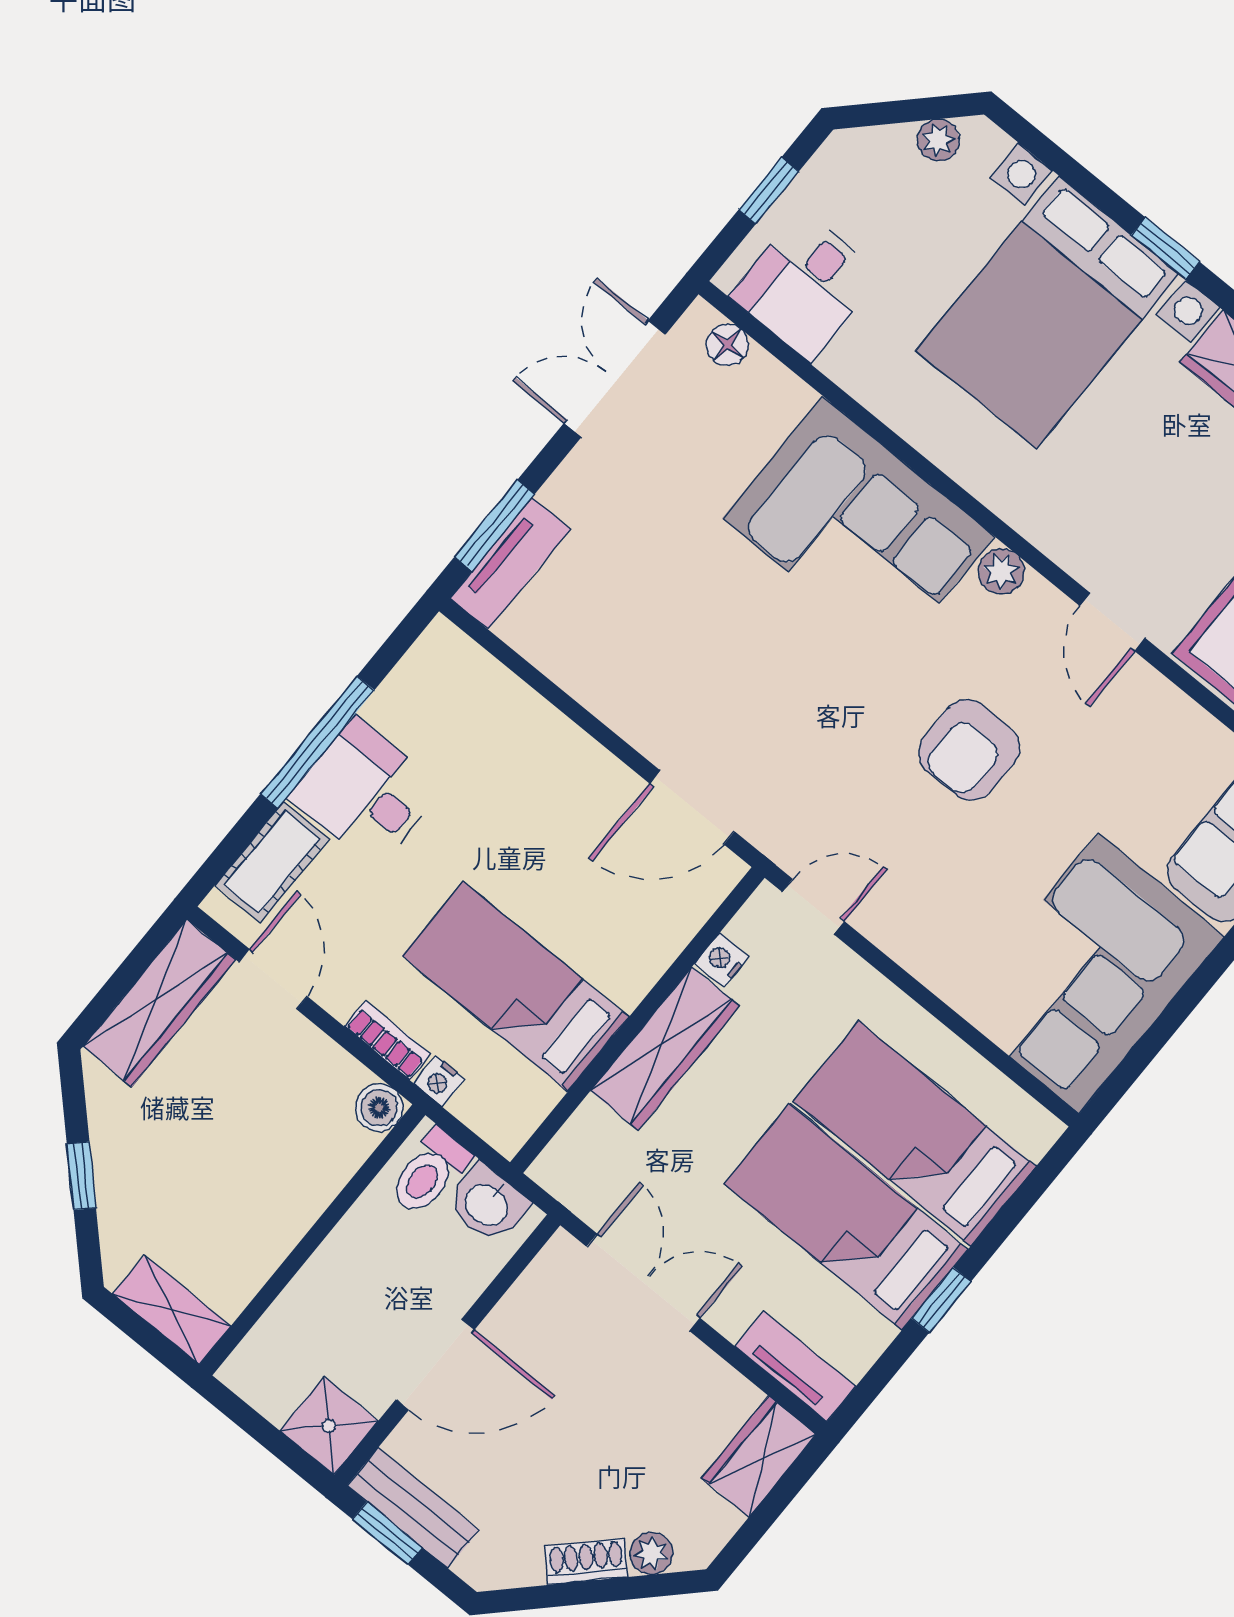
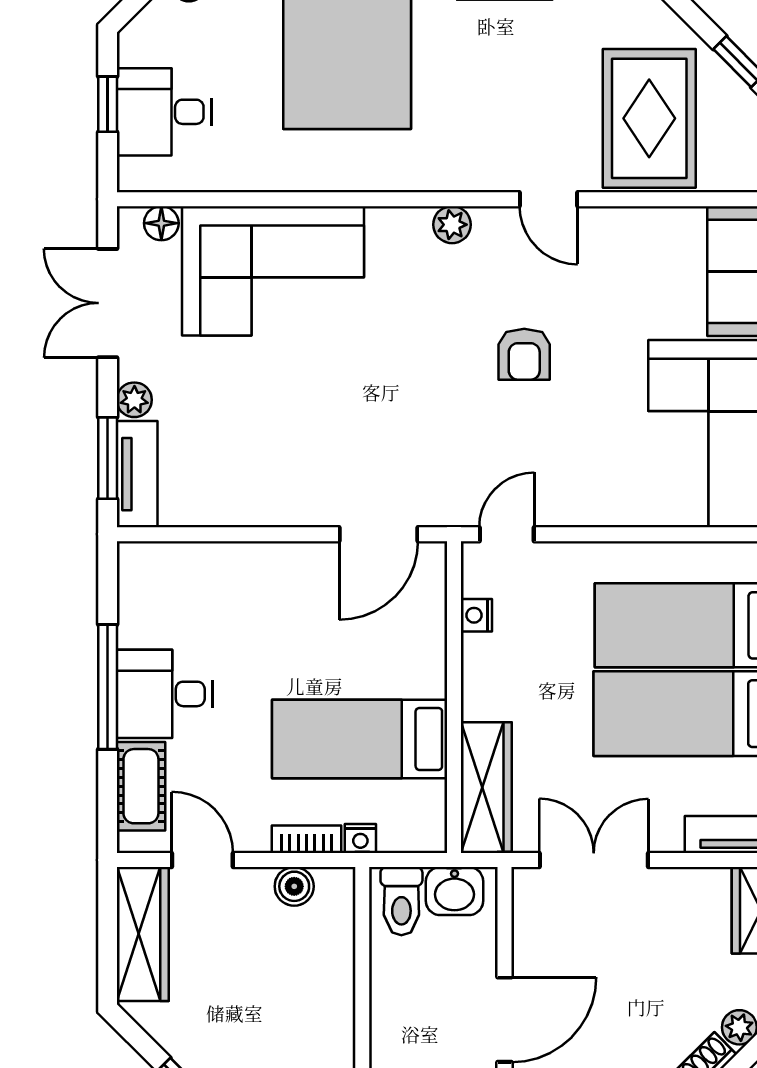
desk: (806, 286) -> (164, 112), moved, turned 90
plant: (565, 491) -> (134, 400), added
corner sofa: (858, 527) -> (273, 271), moved
armchair: (969, 750) -> (524, 354), width x0.72, depth x0.72
wardrobe: (665, 1048) -> (486, 788), moved
boiler: (379, 1108) -> (294, 886), moved

